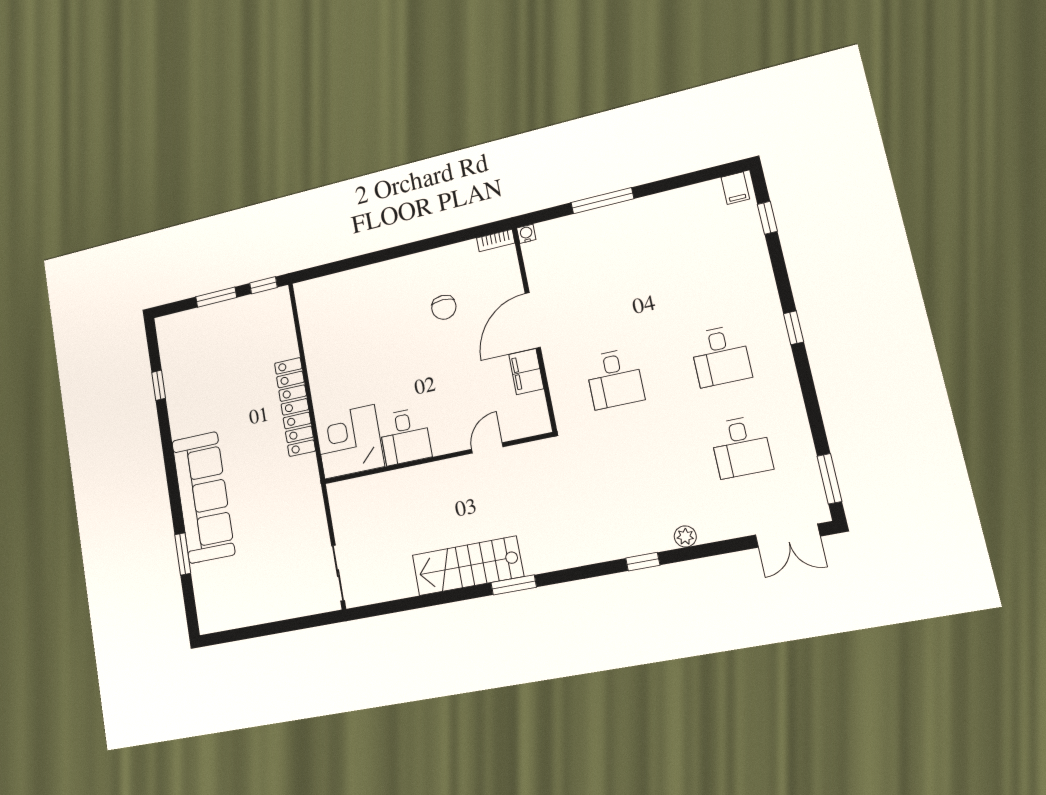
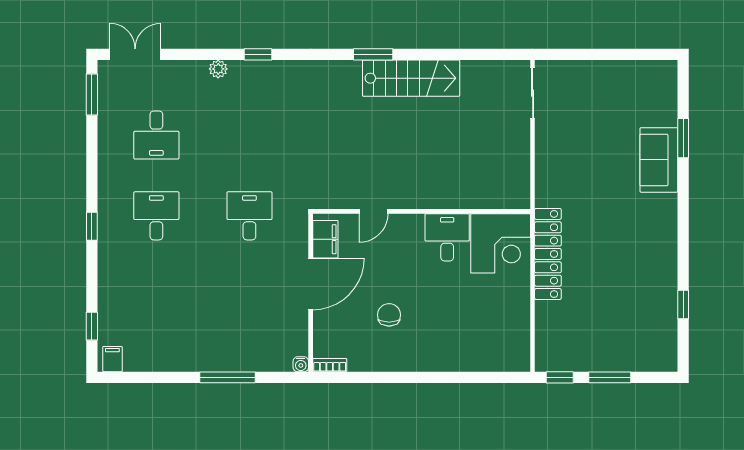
desk: (405, 436) -> (447, 237), moved
corner desk: (349, 442) -> (501, 243), moved
desk: (741, 447) -> (156, 135), turned 180
door: (487, 448) -> (374, 211), moved
wall: (437, 458) -> (422, 211), moved
sofa: (203, 497) -> (659, 160), width x0.54, depth x0.79

